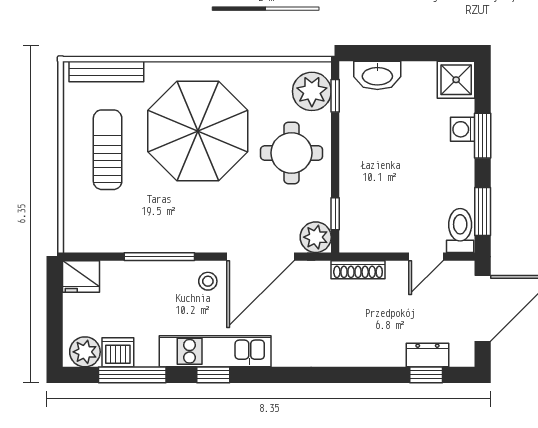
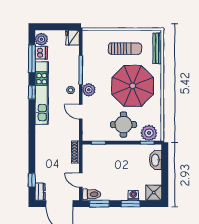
plant: (316, 237) -> (89, 90), moved
door: (261, 257) -> (81, 112), width x0.53
kitchen unit: (215, 351) -> (42, 93), width x1.36
dresser: (427, 355) -> (40, 192), moved

